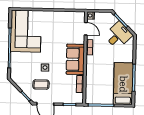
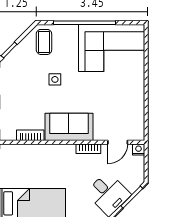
coffee table: (41, 85) -> (44, 42), moved

